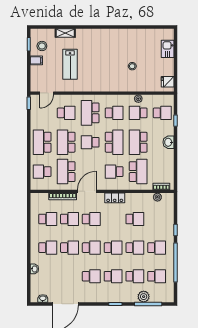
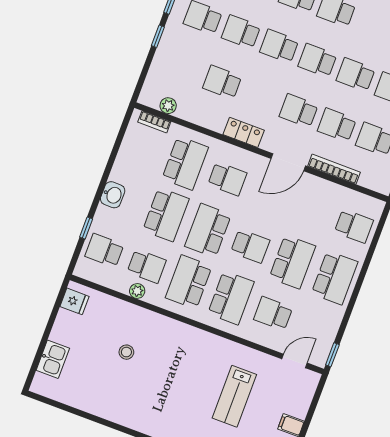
lab bench: (70, 64) -> (234, 396), turned 180
school desk: (114, 113) -> (189, 282), width x1.85
school desk: (66, 172) -> (312, 210), removed
school desk: (138, 172) -> (185, 163), turned 180

